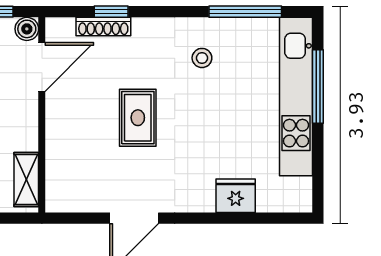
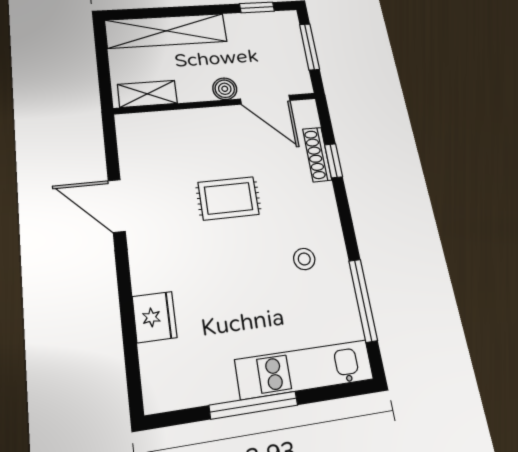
boiler: (27, 29) -> (225, 89), moved
window: (318, 86) -> (254, 405), moved
kitchen unit: (296, 97) -> (305, 369), width x0.73

